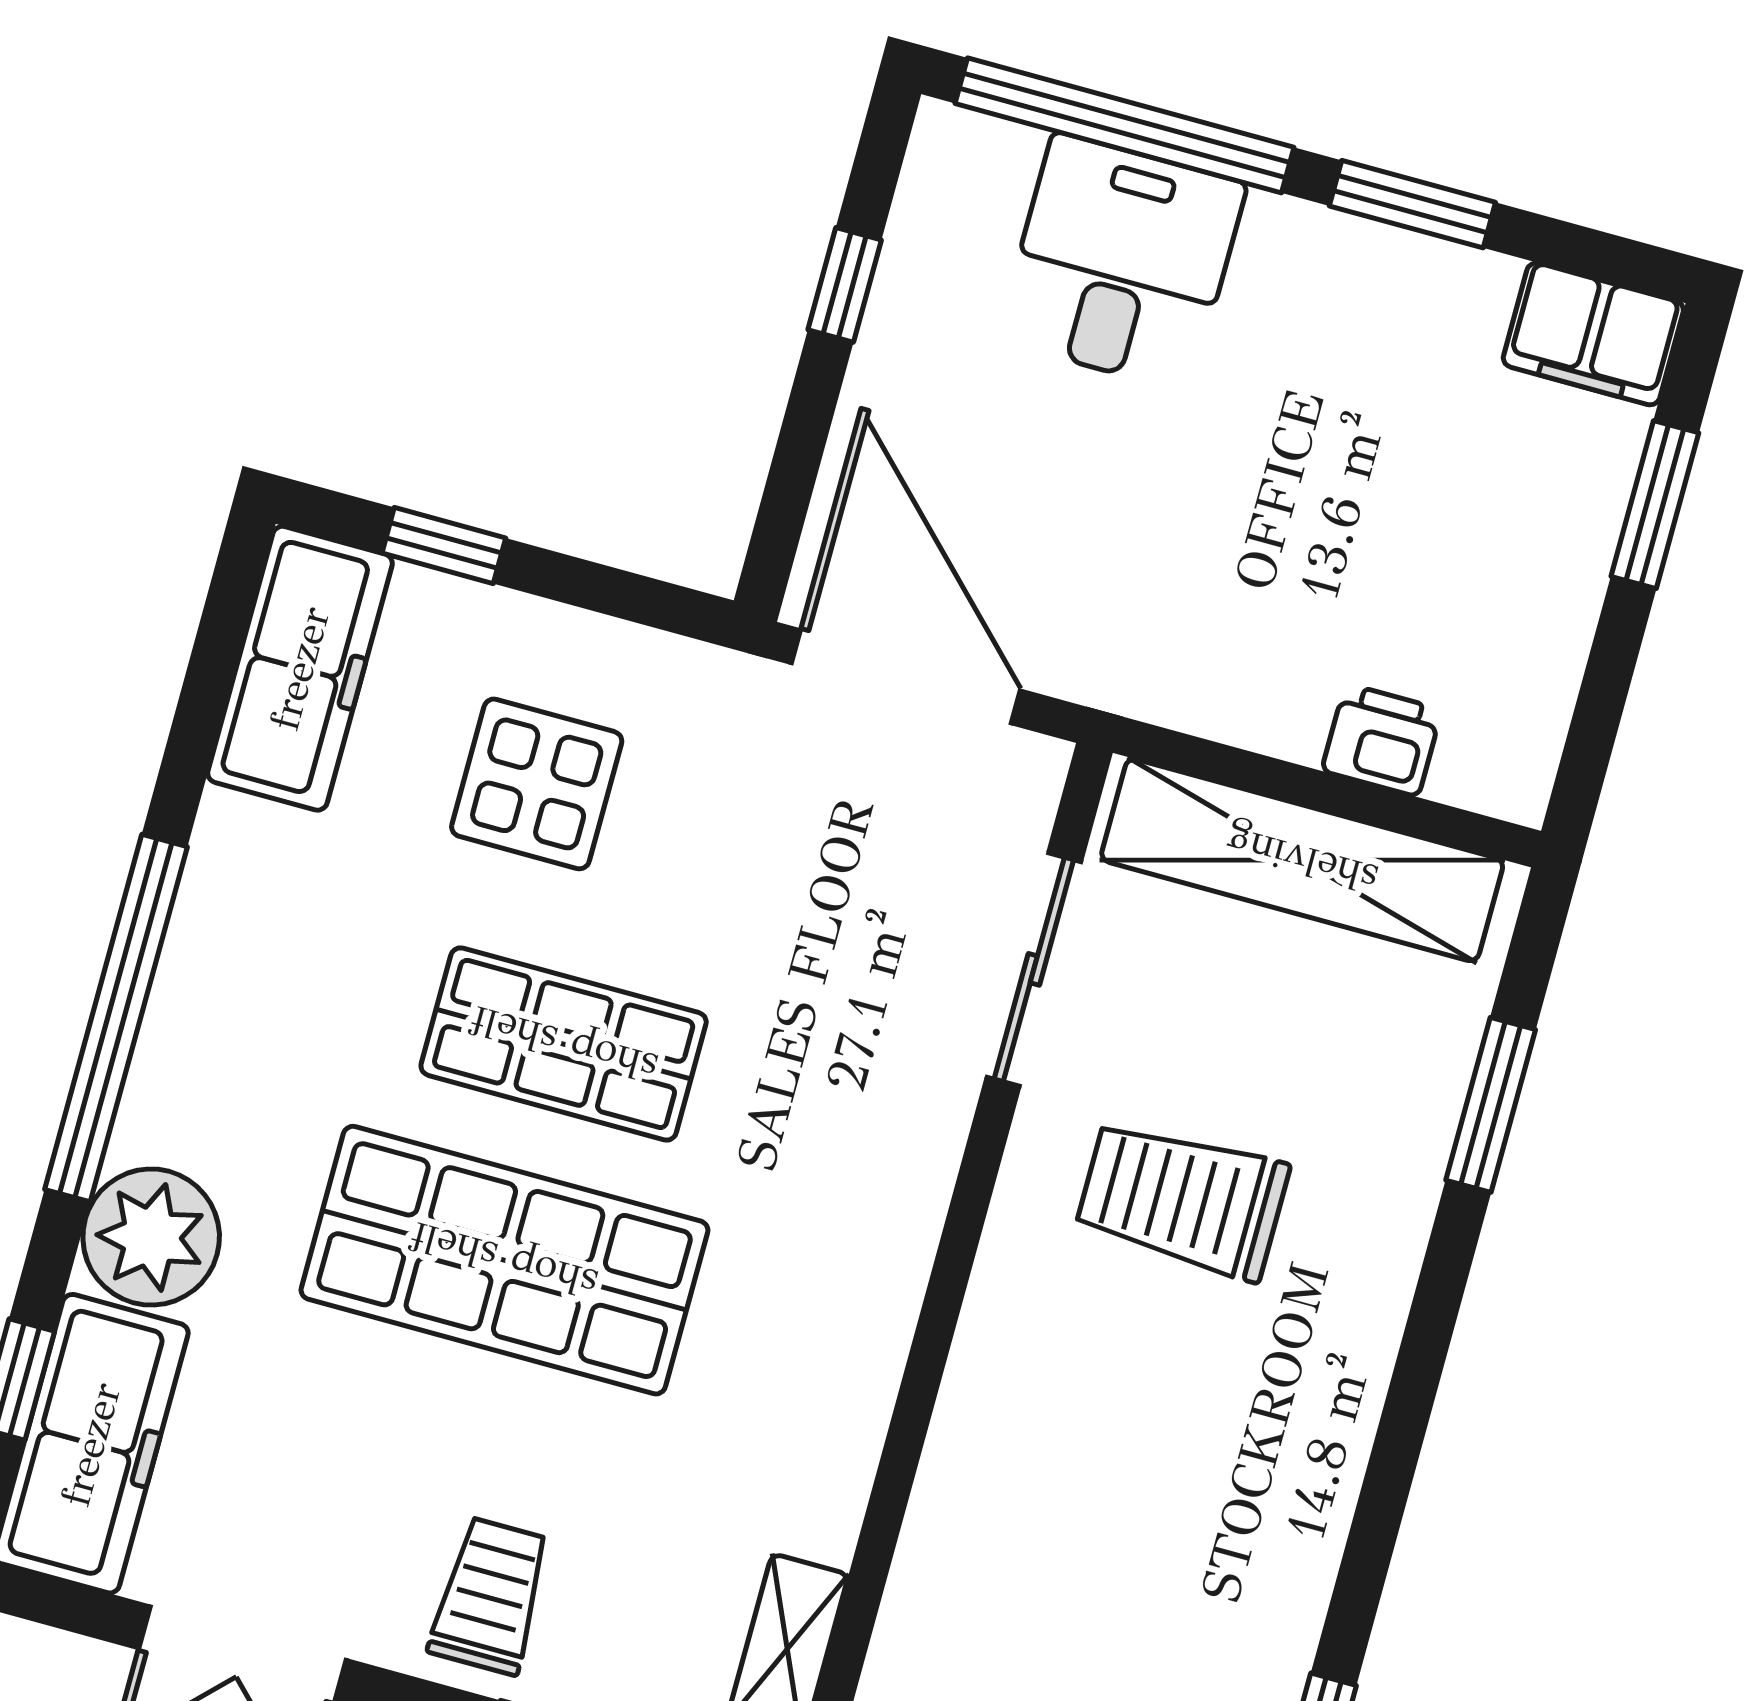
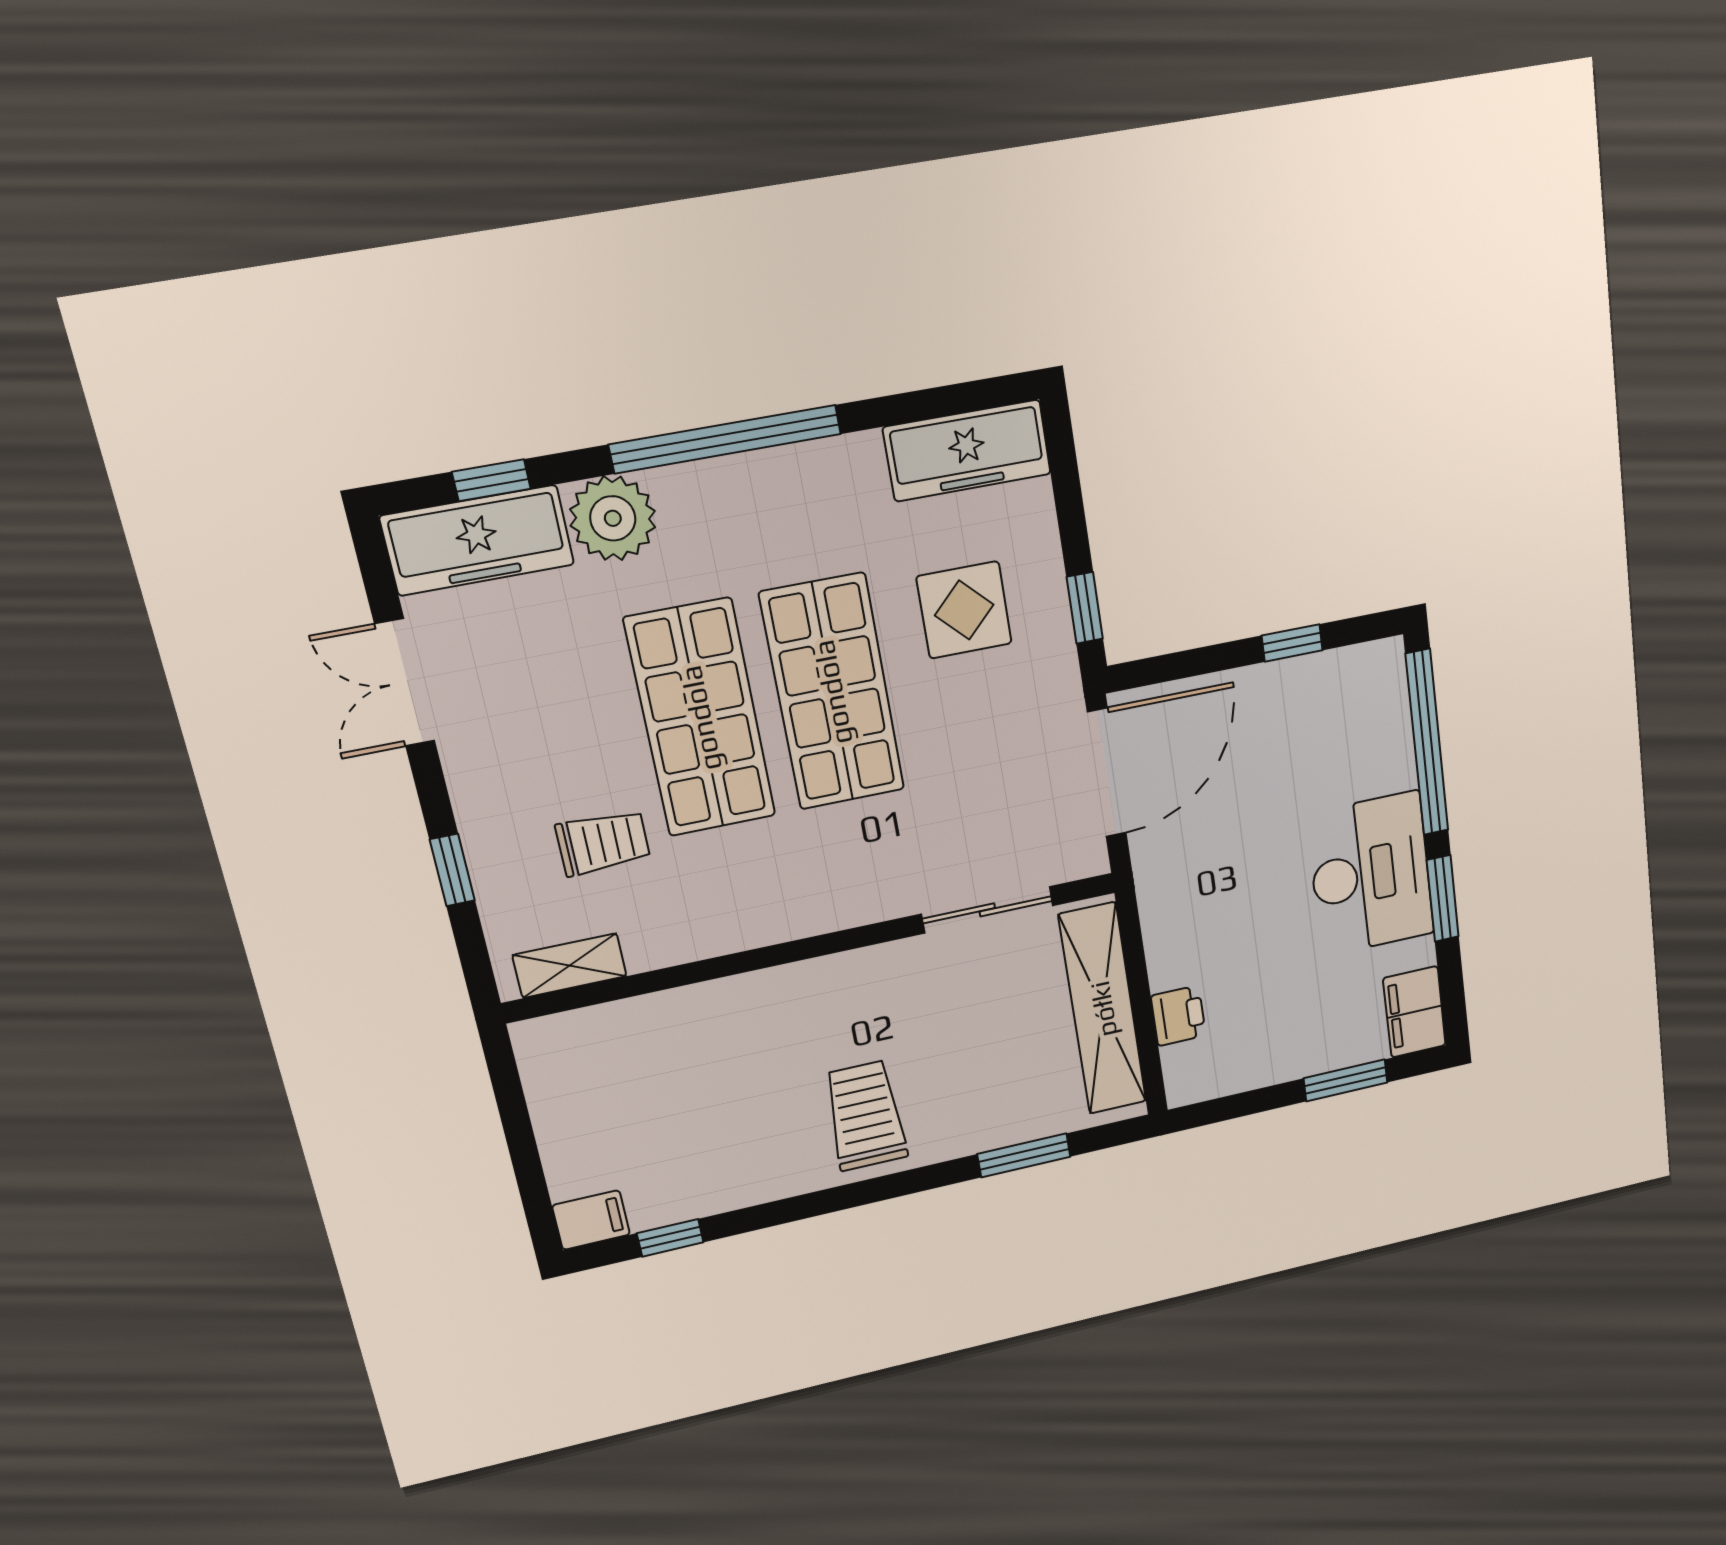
desk: (1122, 262) -> (1370, 874), moved, width x1.37
window: (444, 545) -> (1085, 608), moved
shop shelf: (564, 1044) -> (832, 692), width x1.43, depth x1.36
trolley: (1182, 1199) -> (865, 1116), moved
trolley: (490, 1596) -> (603, 843), moved

